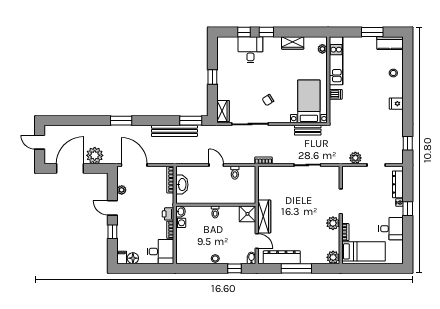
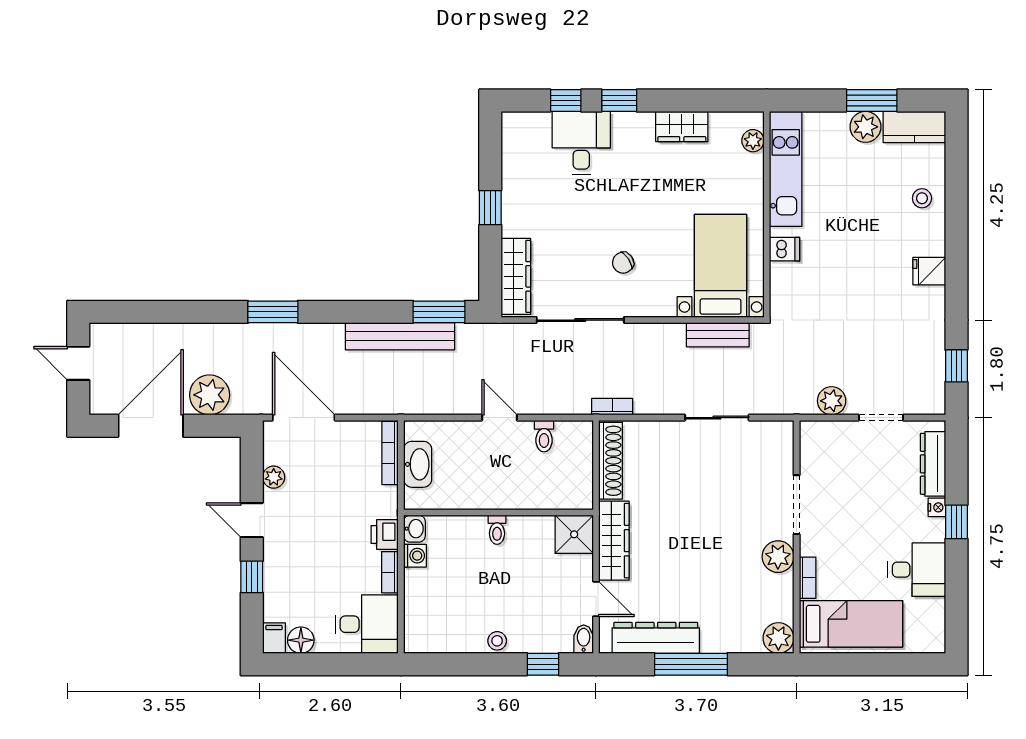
plant: (370, 43) -> (865, 127), added
wardrobe: (223, 111) -> (516, 276), width x1.50
shoe rack: (263, 183) -> (611, 461), added

